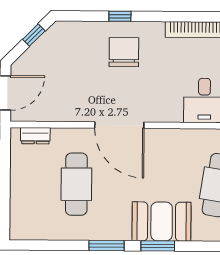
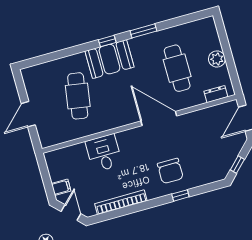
plant: (21, 181) -> (217, 59), added
window: (158, 246) -> (107, 41), width x0.67

